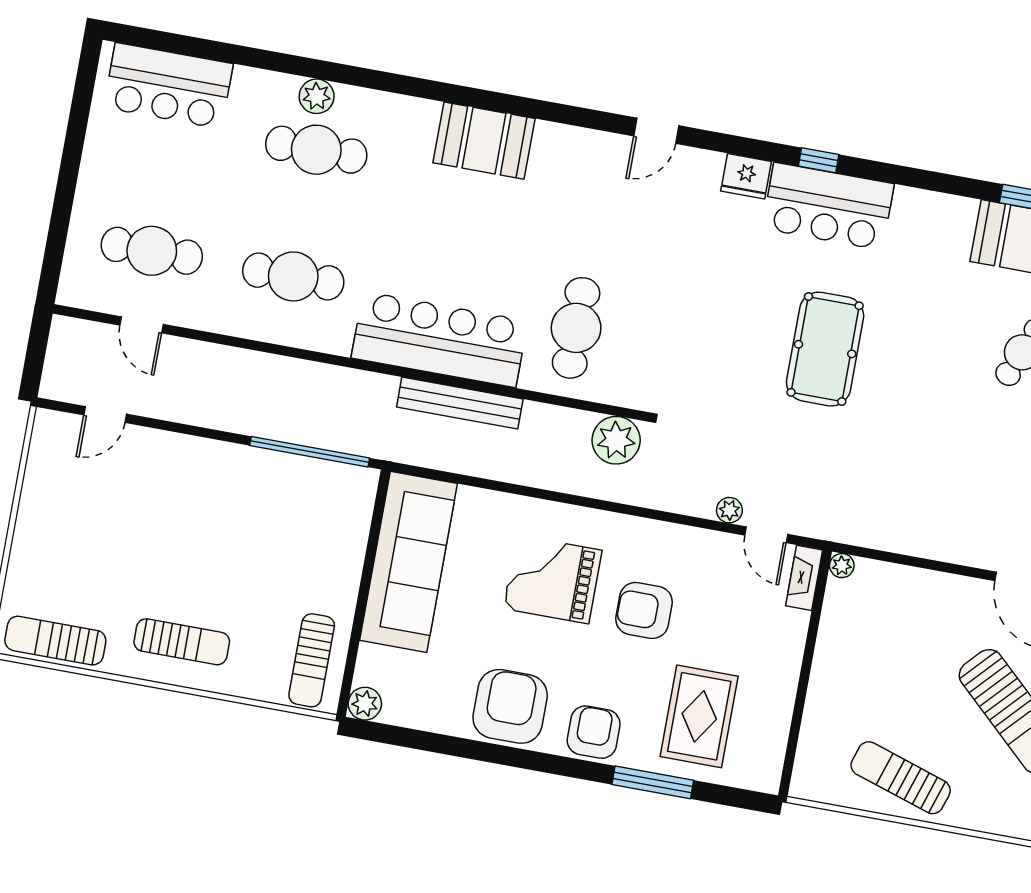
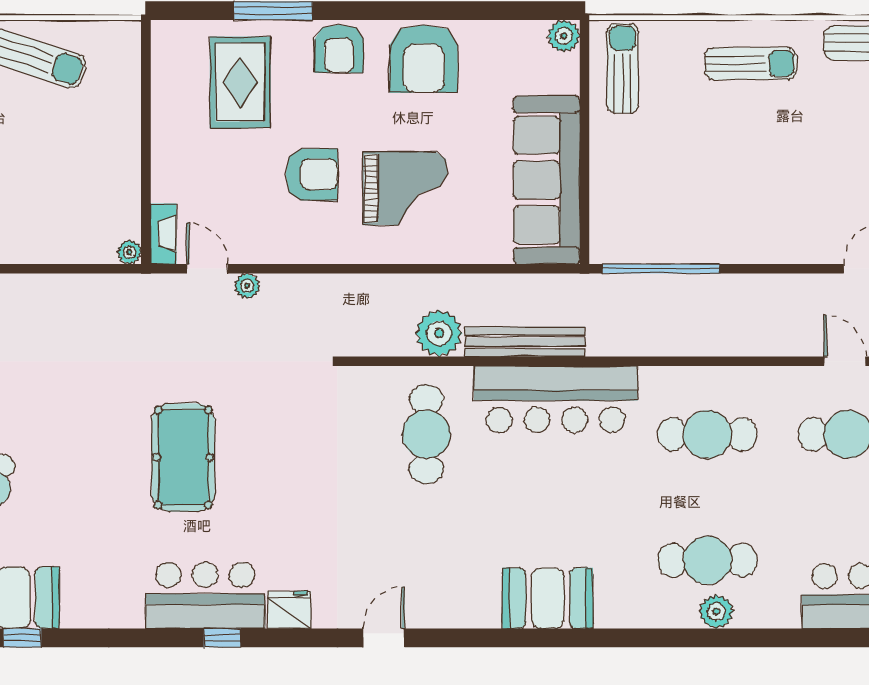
plant: (616, 440) -> (439, 333), moved
sun lounger: (182, 642) -> (751, 64), turned 180

